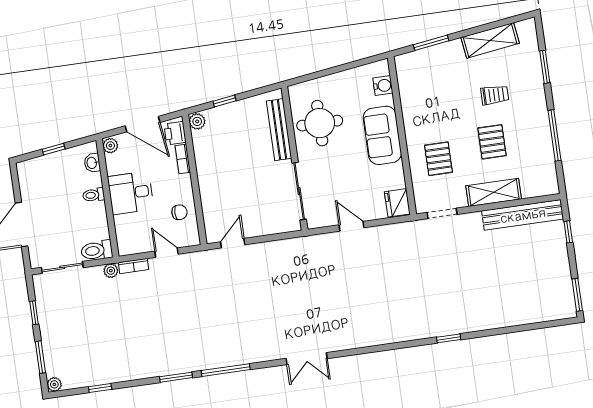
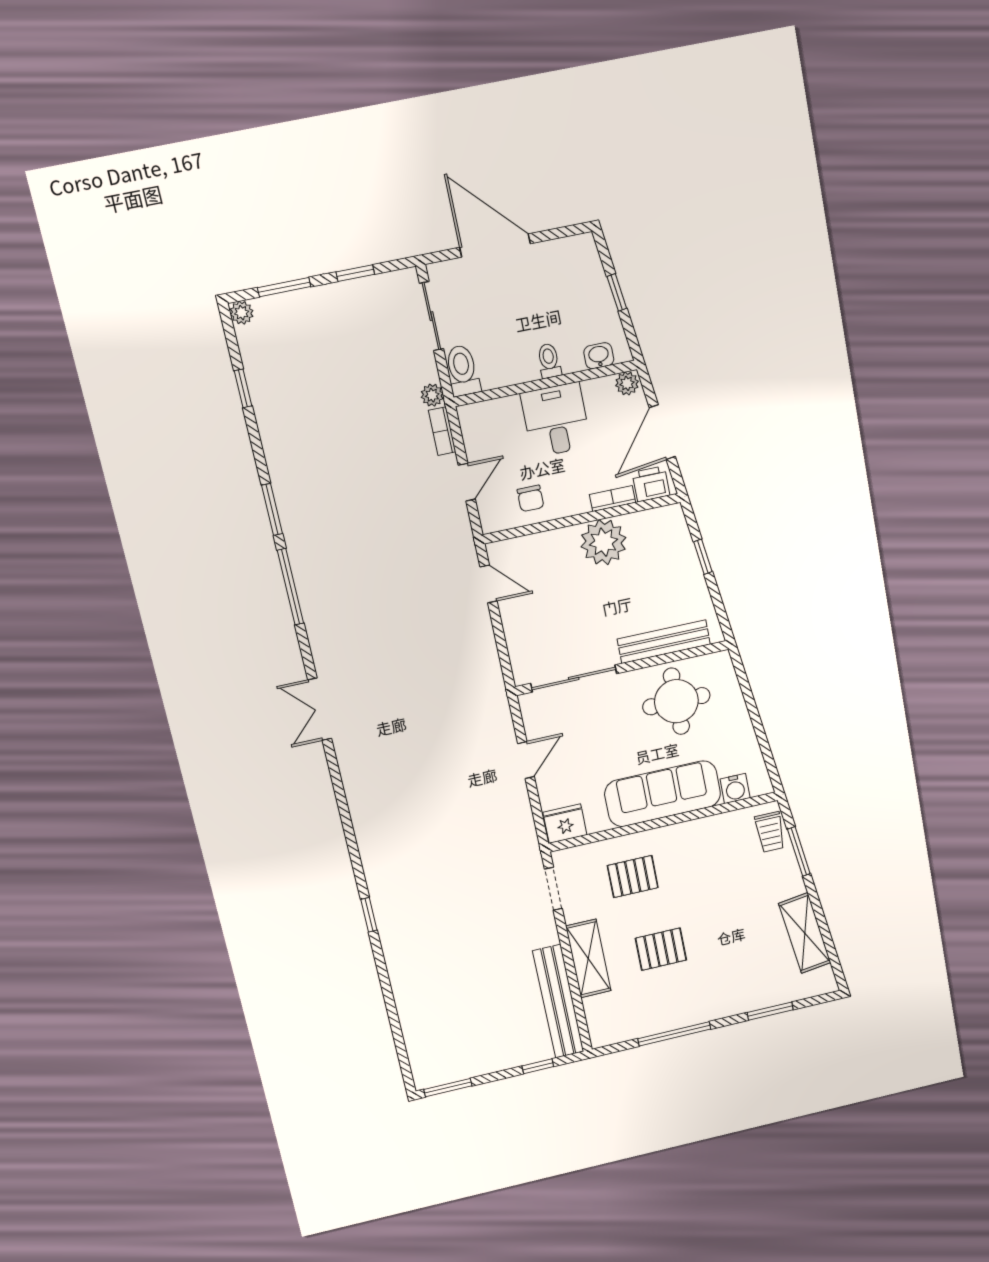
trolley: (495, 95) -> (770, 832), moved
plant: (197, 121) -> (603, 542), moved, width x1.88, depth x1.88
sofa: (382, 135) -> (663, 794), width x1.36

